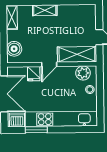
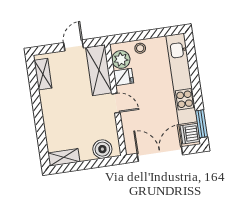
shelving: (45, 10) -> (43, 74), moved
fridge: (34, 74) -> (124, 77), moved
window: (36, 130) -> (201, 124), moved

